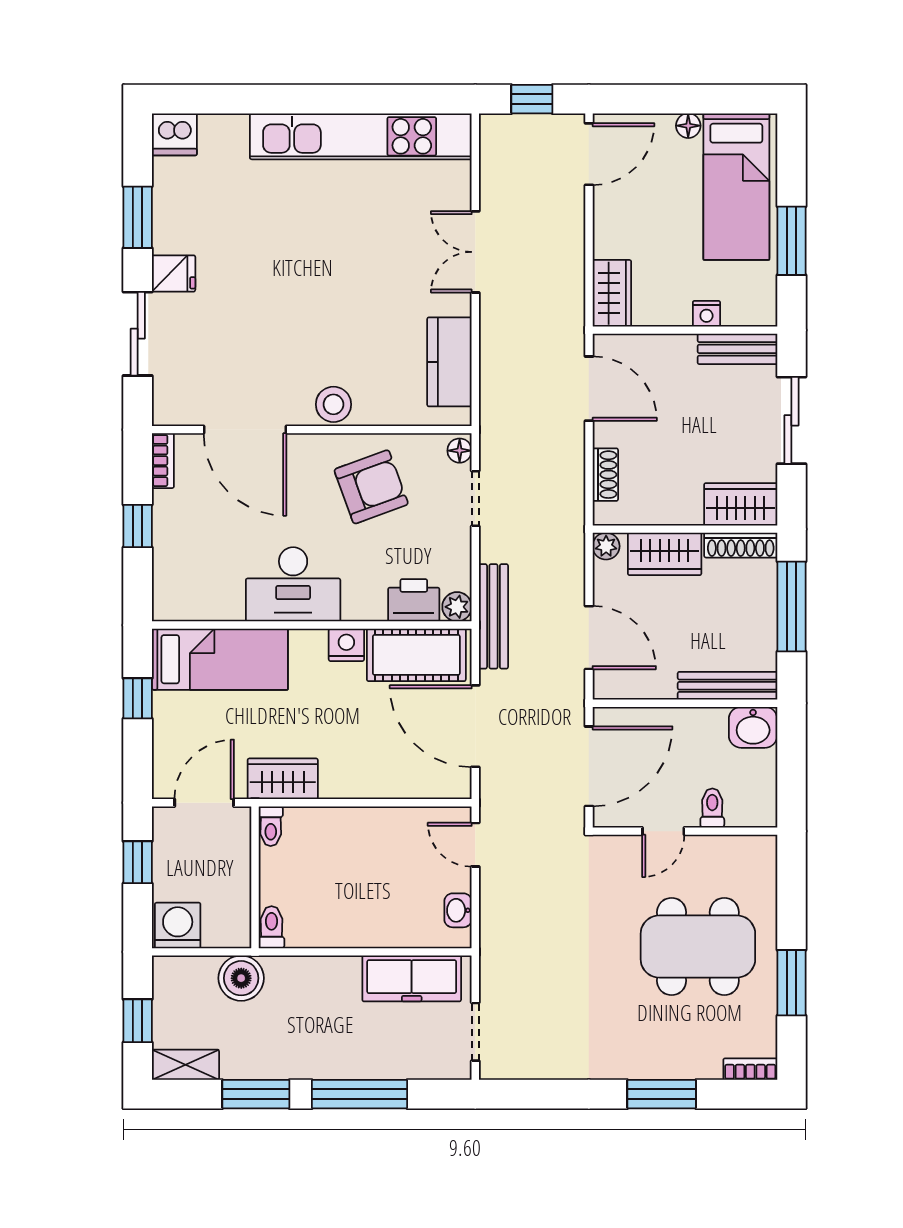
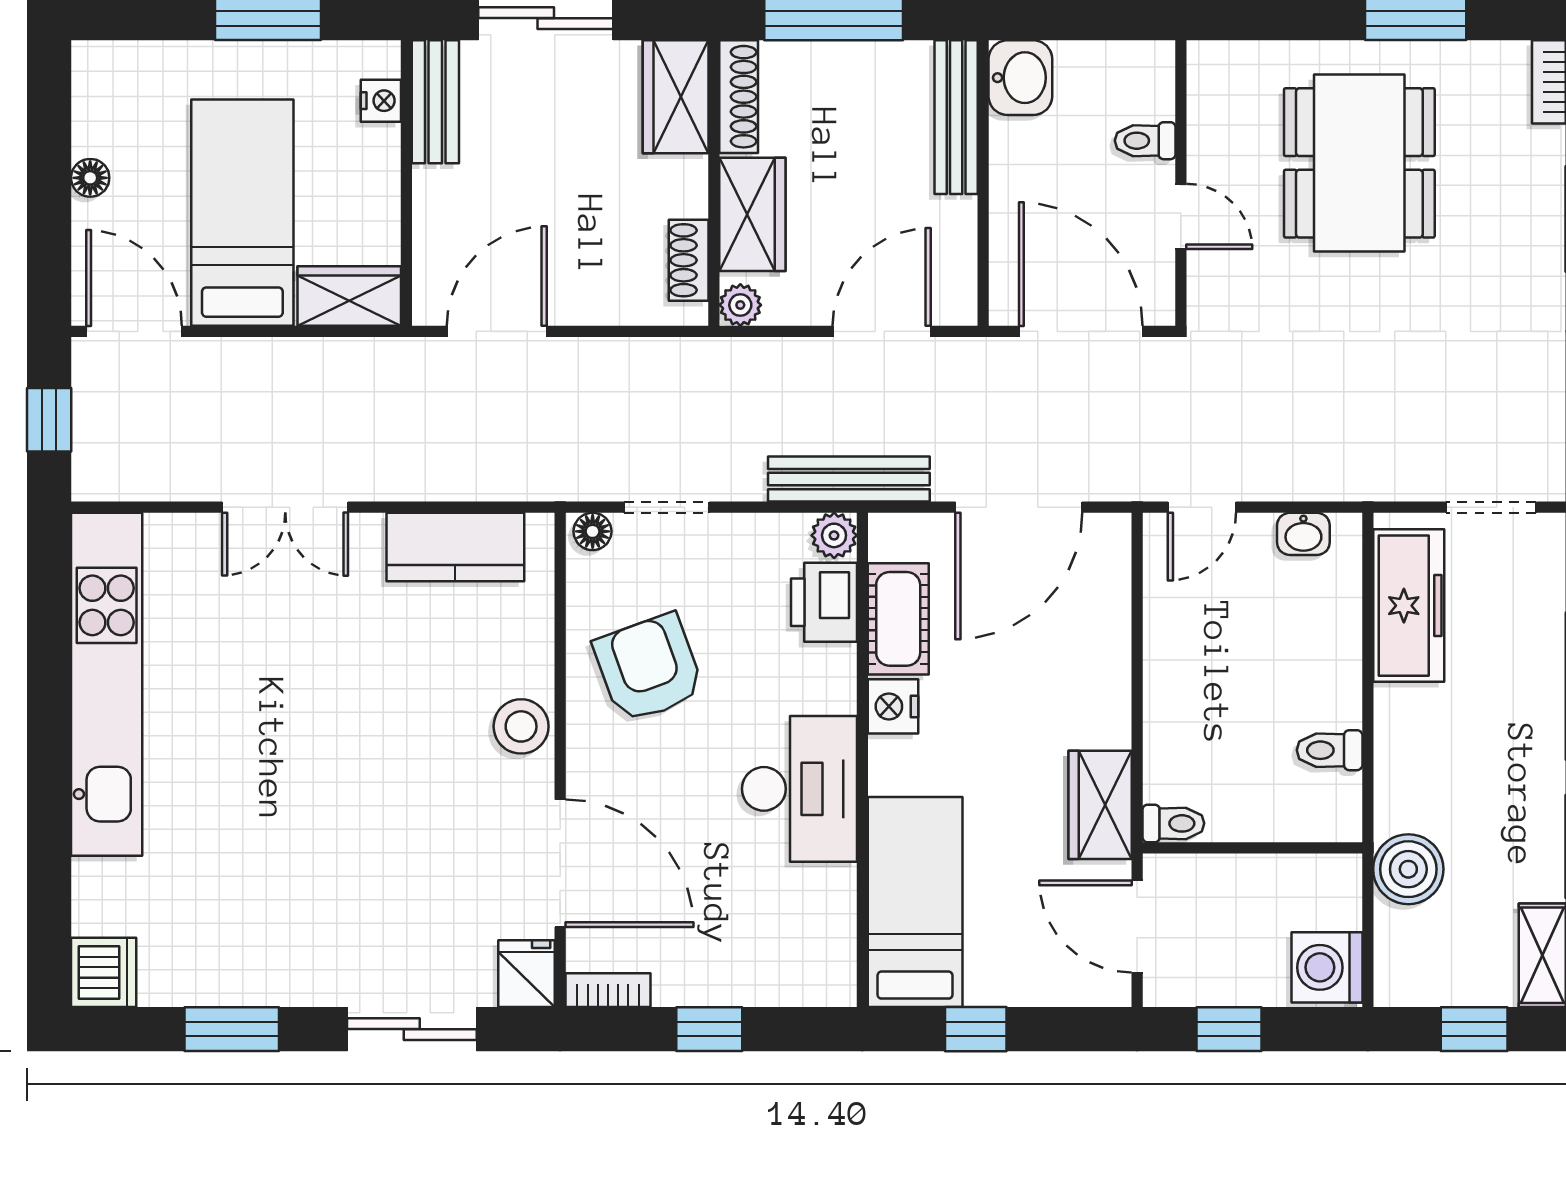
bed: (736, 187) -> (242, 213), moved, turned -90
fridge: (174, 273) -> (527, 974), moved
nightstand: (706, 314) -> (381, 101), moved
door: (245, 430) -> (560, 863), hinge flipped
shoe rack: (605, 475) -> (689, 260), moved, turned -90
cot: (416, 655) -> (898, 619), width x0.73, depth x0.75
toilet: (272, 927) -> (1330, 750), moved

